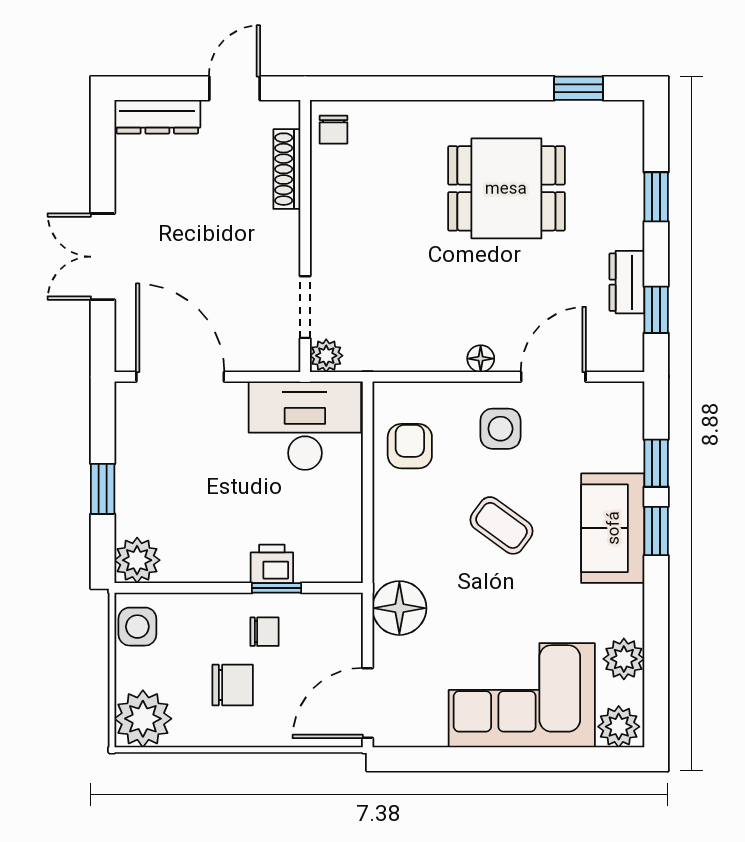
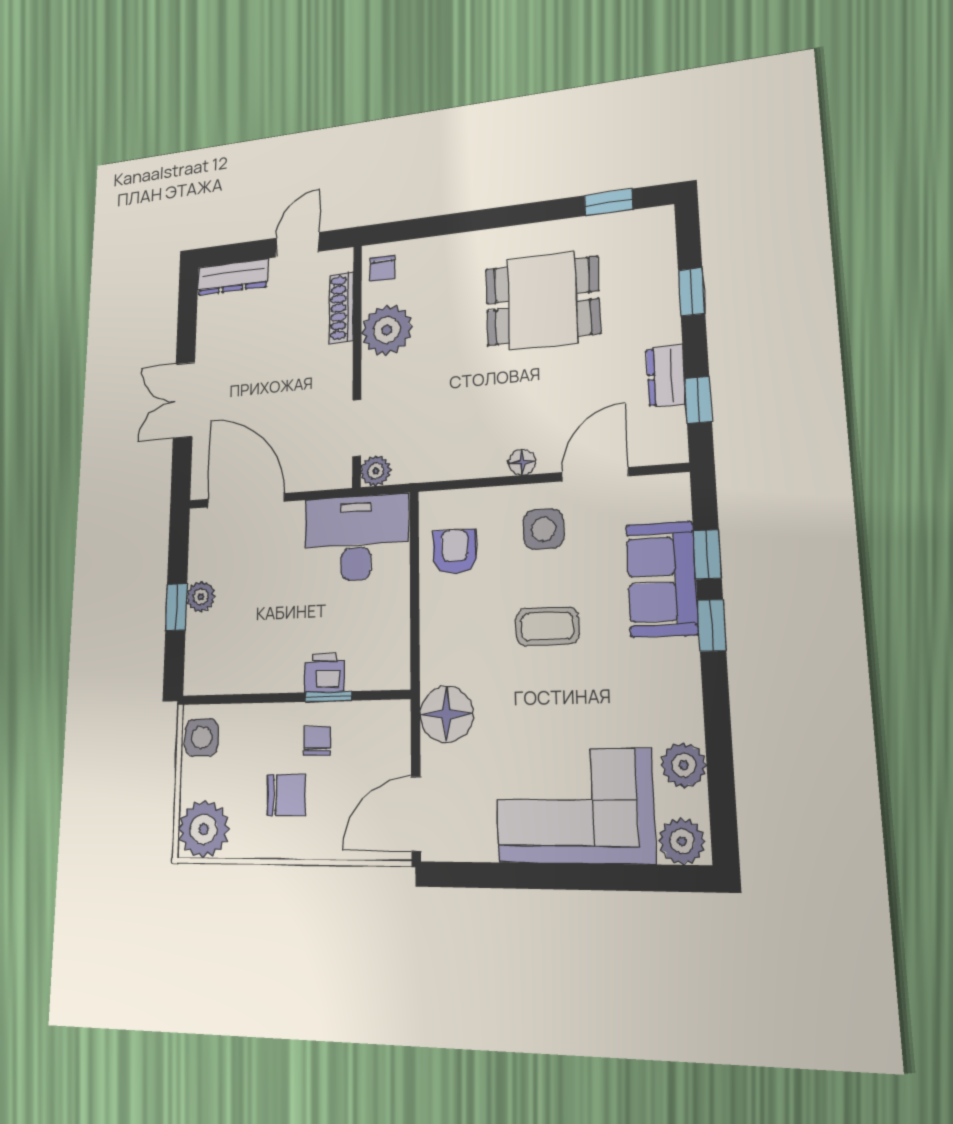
plant: (338, 201) -> (387, 330), added
coffee table: (502, 525) -> (547, 626), turned -36
sofa: (613, 528) -> (662, 579), moved
plant: (137, 560) -> (201, 597), moved, width x0.73, depth x0.73
chair: (264, 632) -> (317, 741), turned -90

